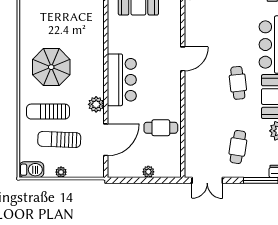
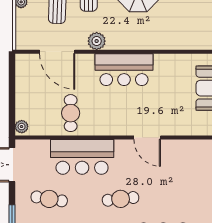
bar counter: (200, 117) -> (82, 157), added
plant: (148, 172) -> (22, 127), moved

